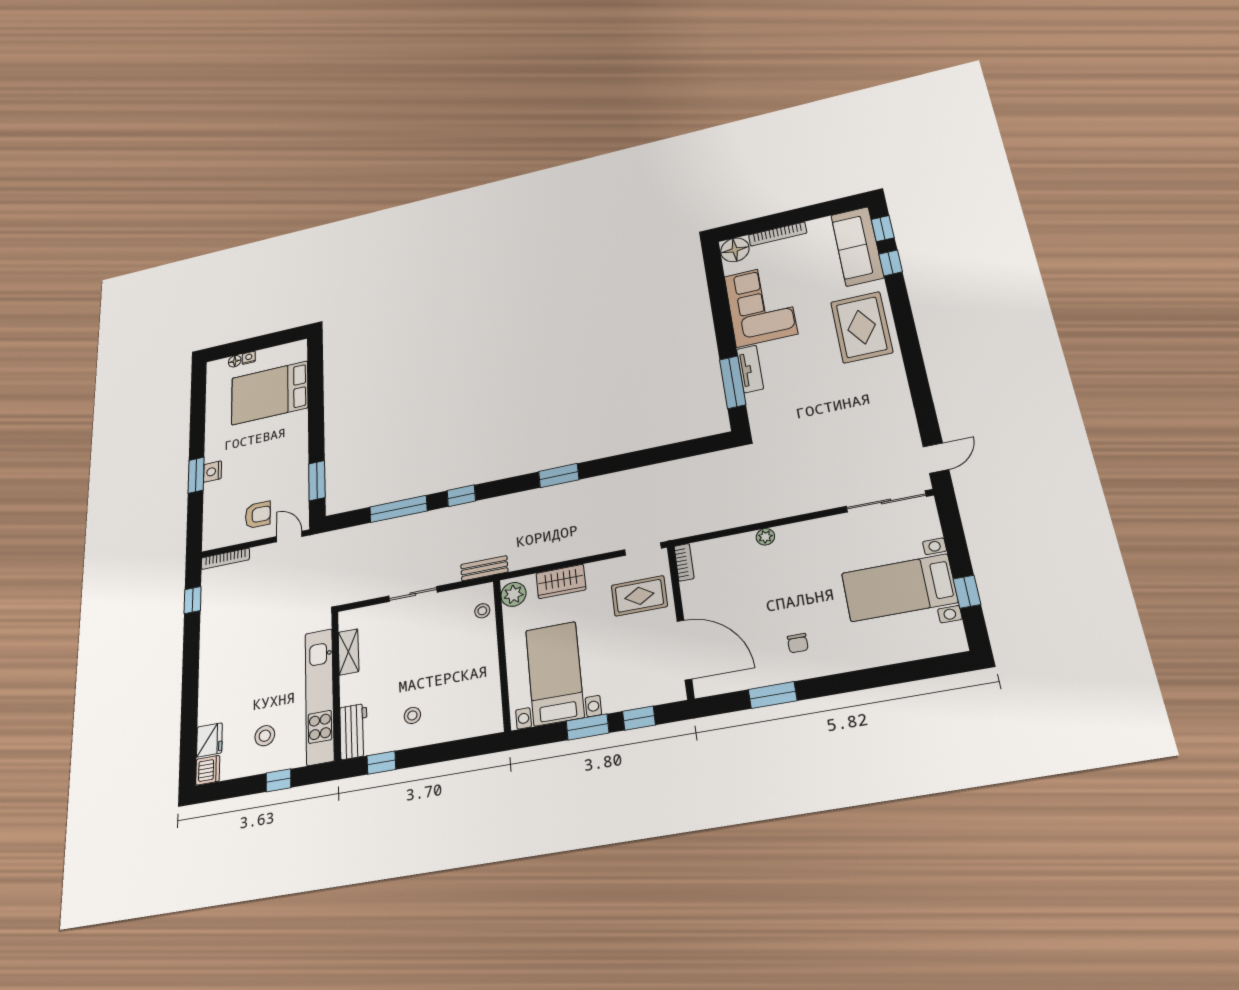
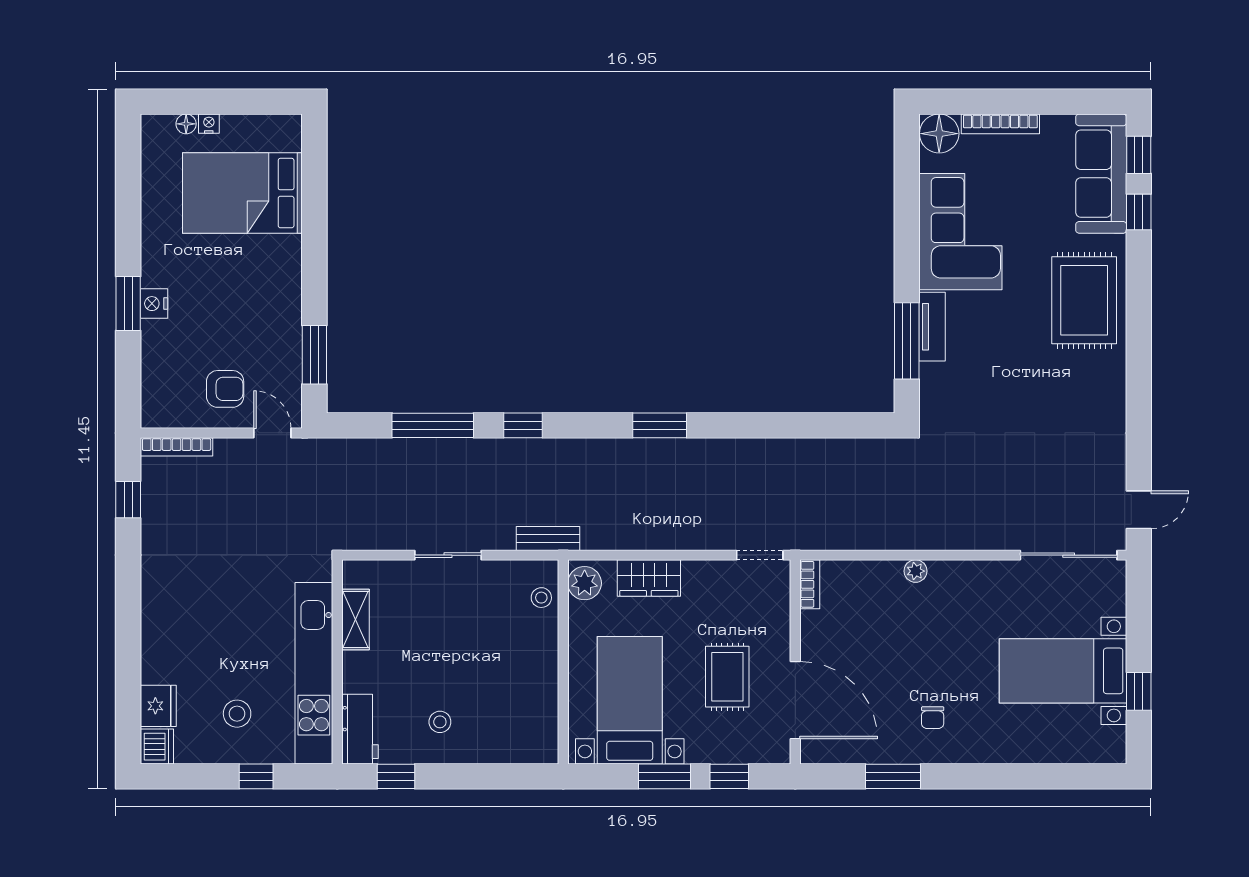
rug: (639, 596) -> (727, 677), moved, turned 90

